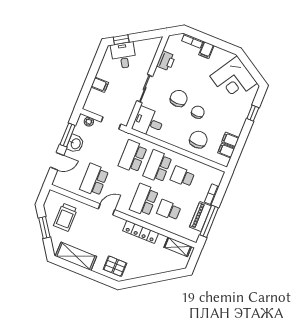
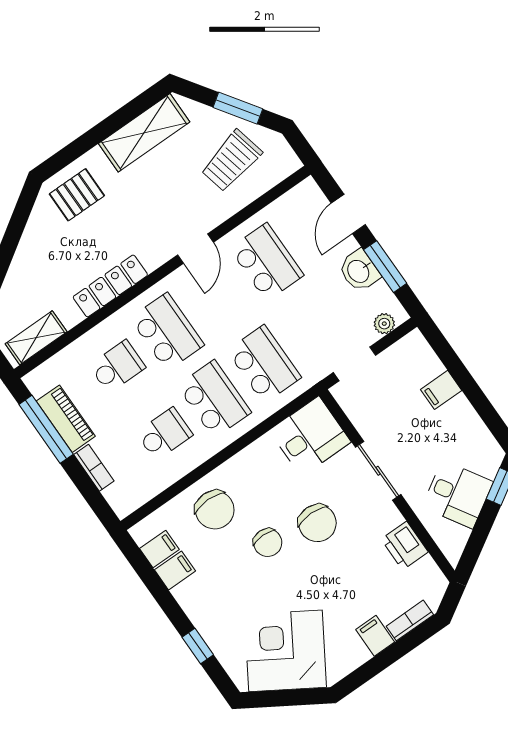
desk: (124, 55) -> (457, 494), moved
trolley: (65, 217) -> (231, 161), turned -103

